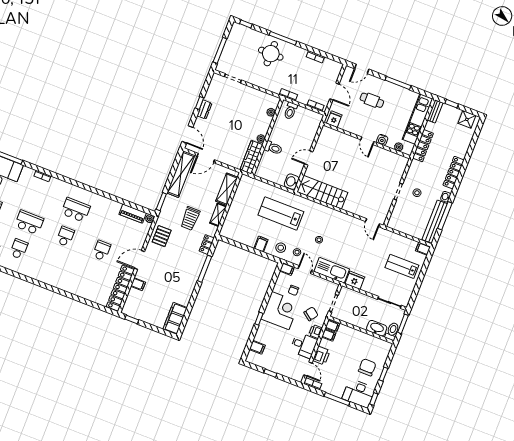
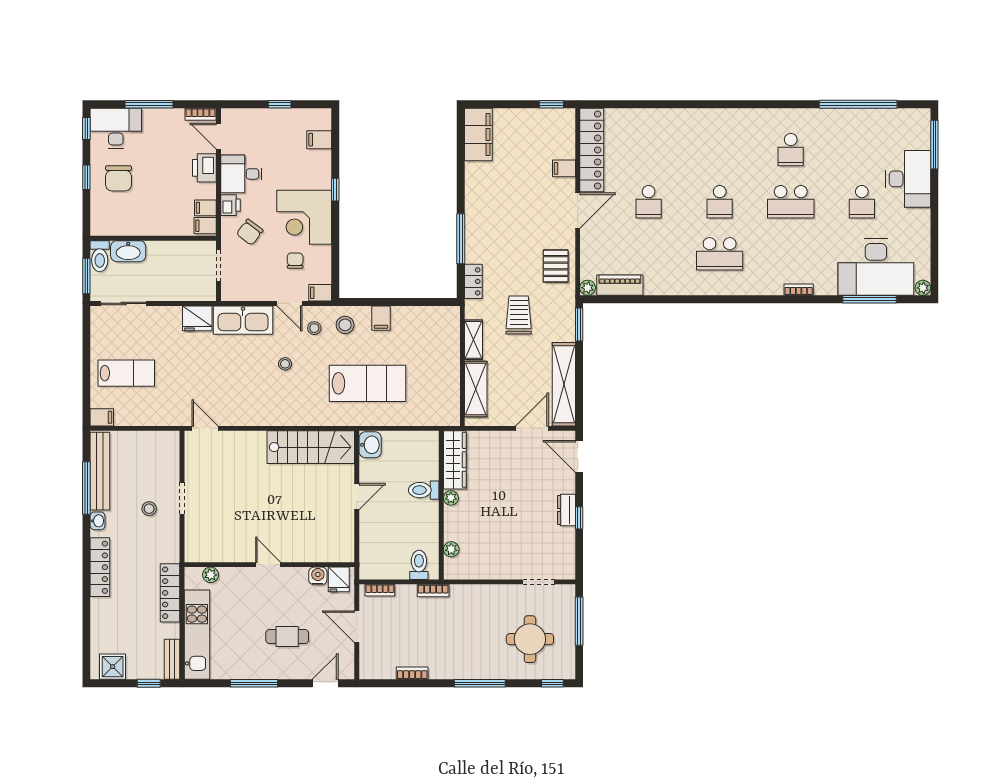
round table: (271, 54) -> (530, 639), moved
water cooler: (382, 140) -> (318, 576), moved

